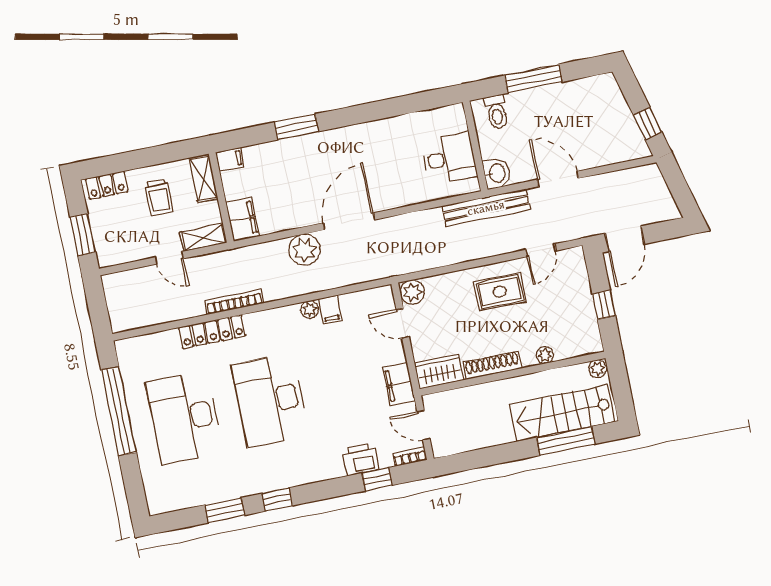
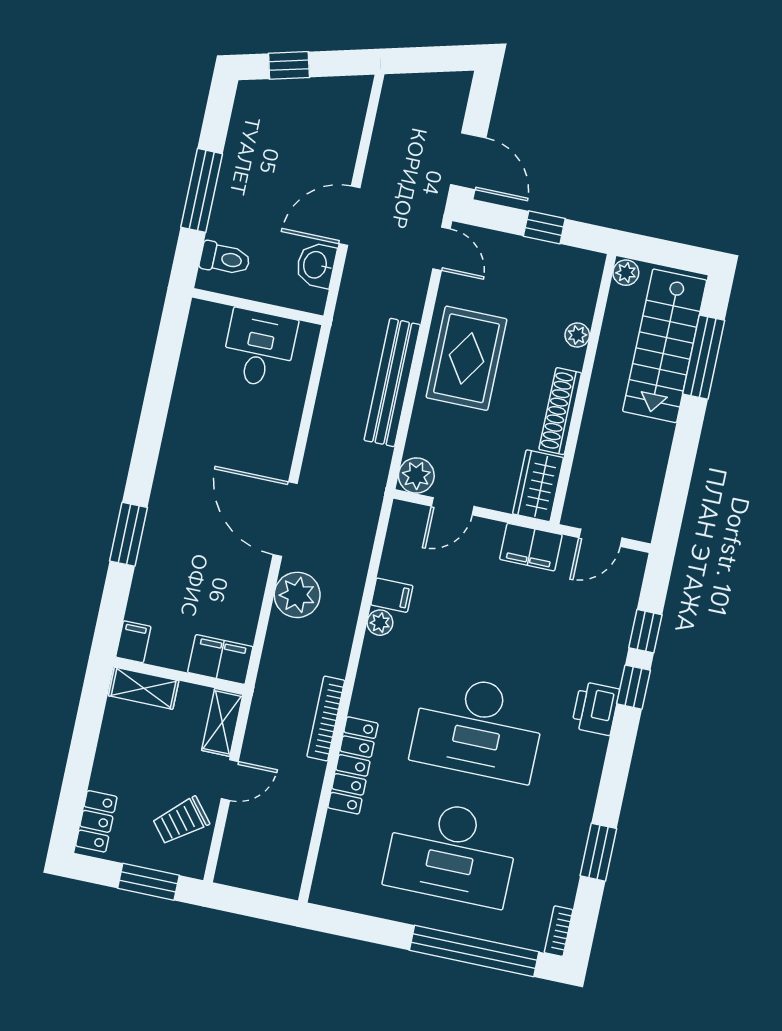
window: (648, 123) -> (289, 65), moved
washbasin: (497, 173) -> (316, 265), moved, turned -90
trolley: (159, 197) -> (181, 821), moved, turned 141
bench: (486, 208) -> (392, 382), moved
door: (541, 250) -> (441, 249), moved
rug: (500, 292) -> (466, 358), width x1.36, depth x1.43
window: (119, 411) -> (474, 951), moved
bookcase: (410, 457) -> (559, 931), moved
printer: (360, 460) -> (595, 708), moved
window: (277, 499) -> (634, 687), moved

